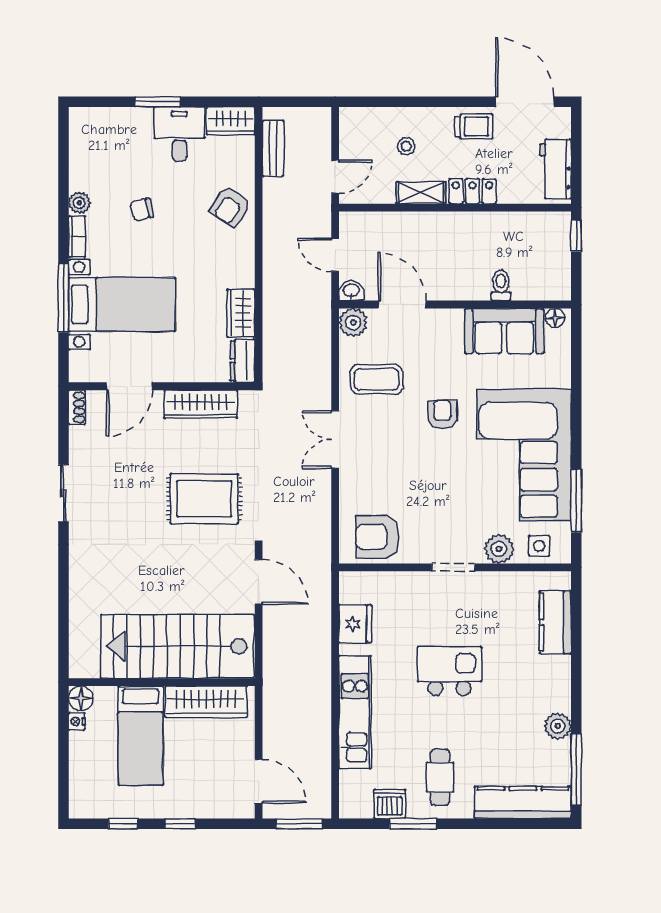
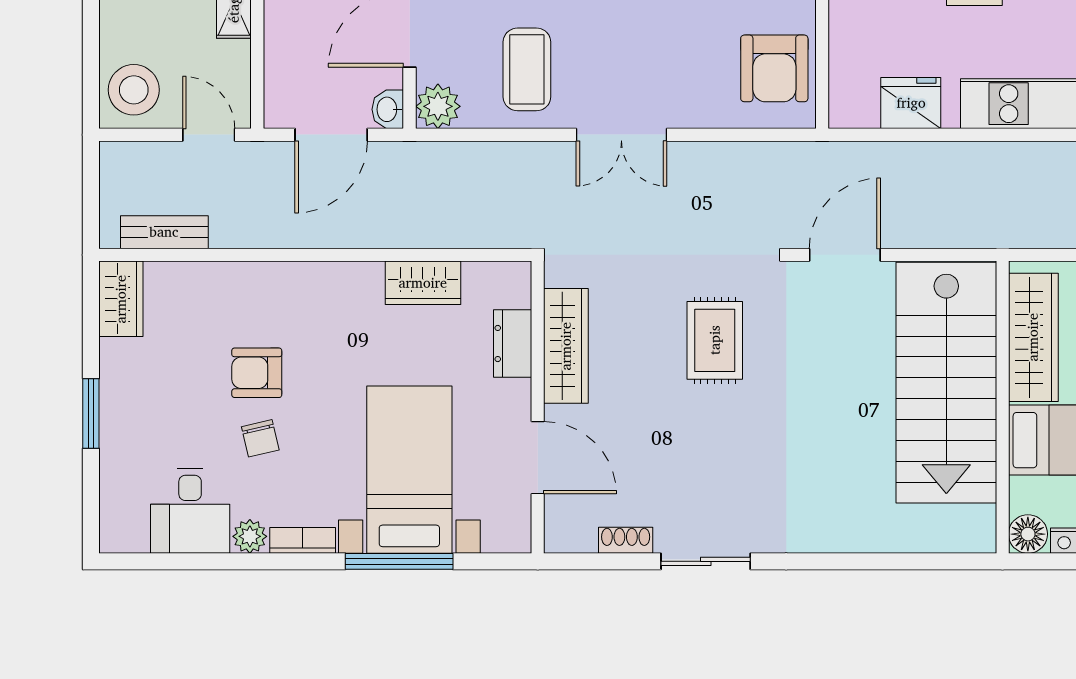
desk: (179, 134) -> (190, 511), moved, turned -90
stool: (406, 146) -> (134, 90), moved, width x1.89, depth x1.89
armchair: (230, 207) -> (257, 373), moved, turned 147
door: (335, 255) -> (331, 135), width x1.38
dresser: (243, 361) -> (513, 344), moved, turned 90
shoe rack: (77, 407) -> (626, 540), moved
rug: (204, 499) -> (715, 340), width x0.73, depth x0.70

